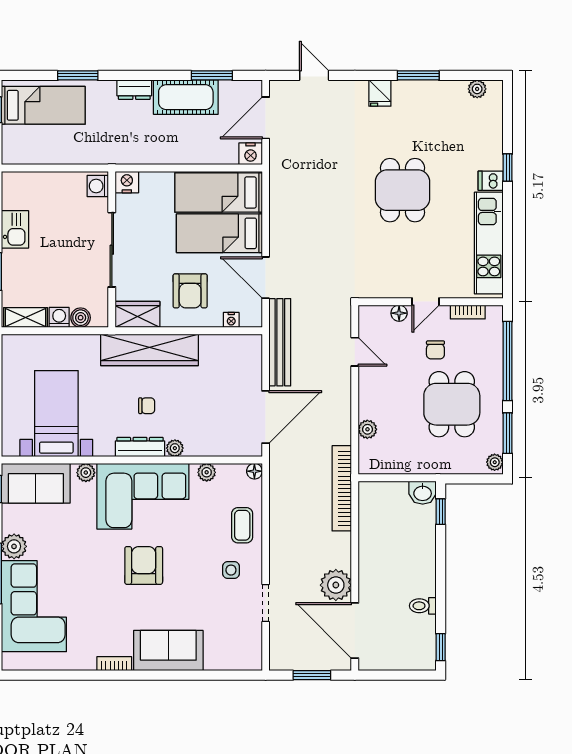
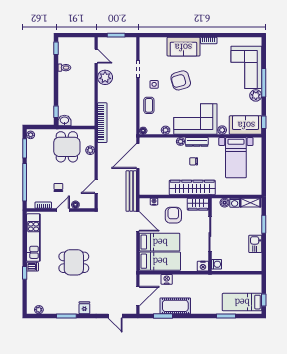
dresser: (134, 90) -> (199, 309), removed
nightstand: (251, 154) -> (167, 279), moved
dining table: (402, 190) -> (74, 262), turned 90
door: (355, 352) -> (96, 187), hinge flipped
dining table: (452, 404) -> (67, 147), moved
armchair: (144, 565) -> (181, 80), moved, turned 74
door: (355, 630) -> (96, 56), width x0.53

